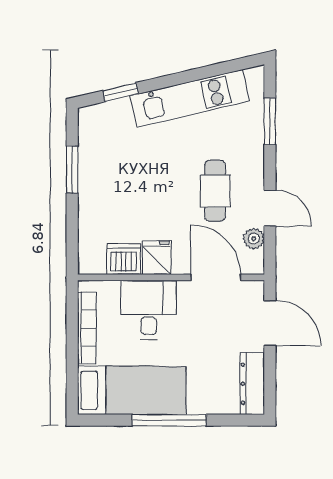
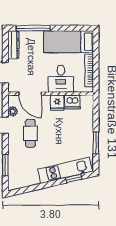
kitchen unit: (190, 98) -> (65, 170), moved
window: (169, 420) -> (33, 28), moved

